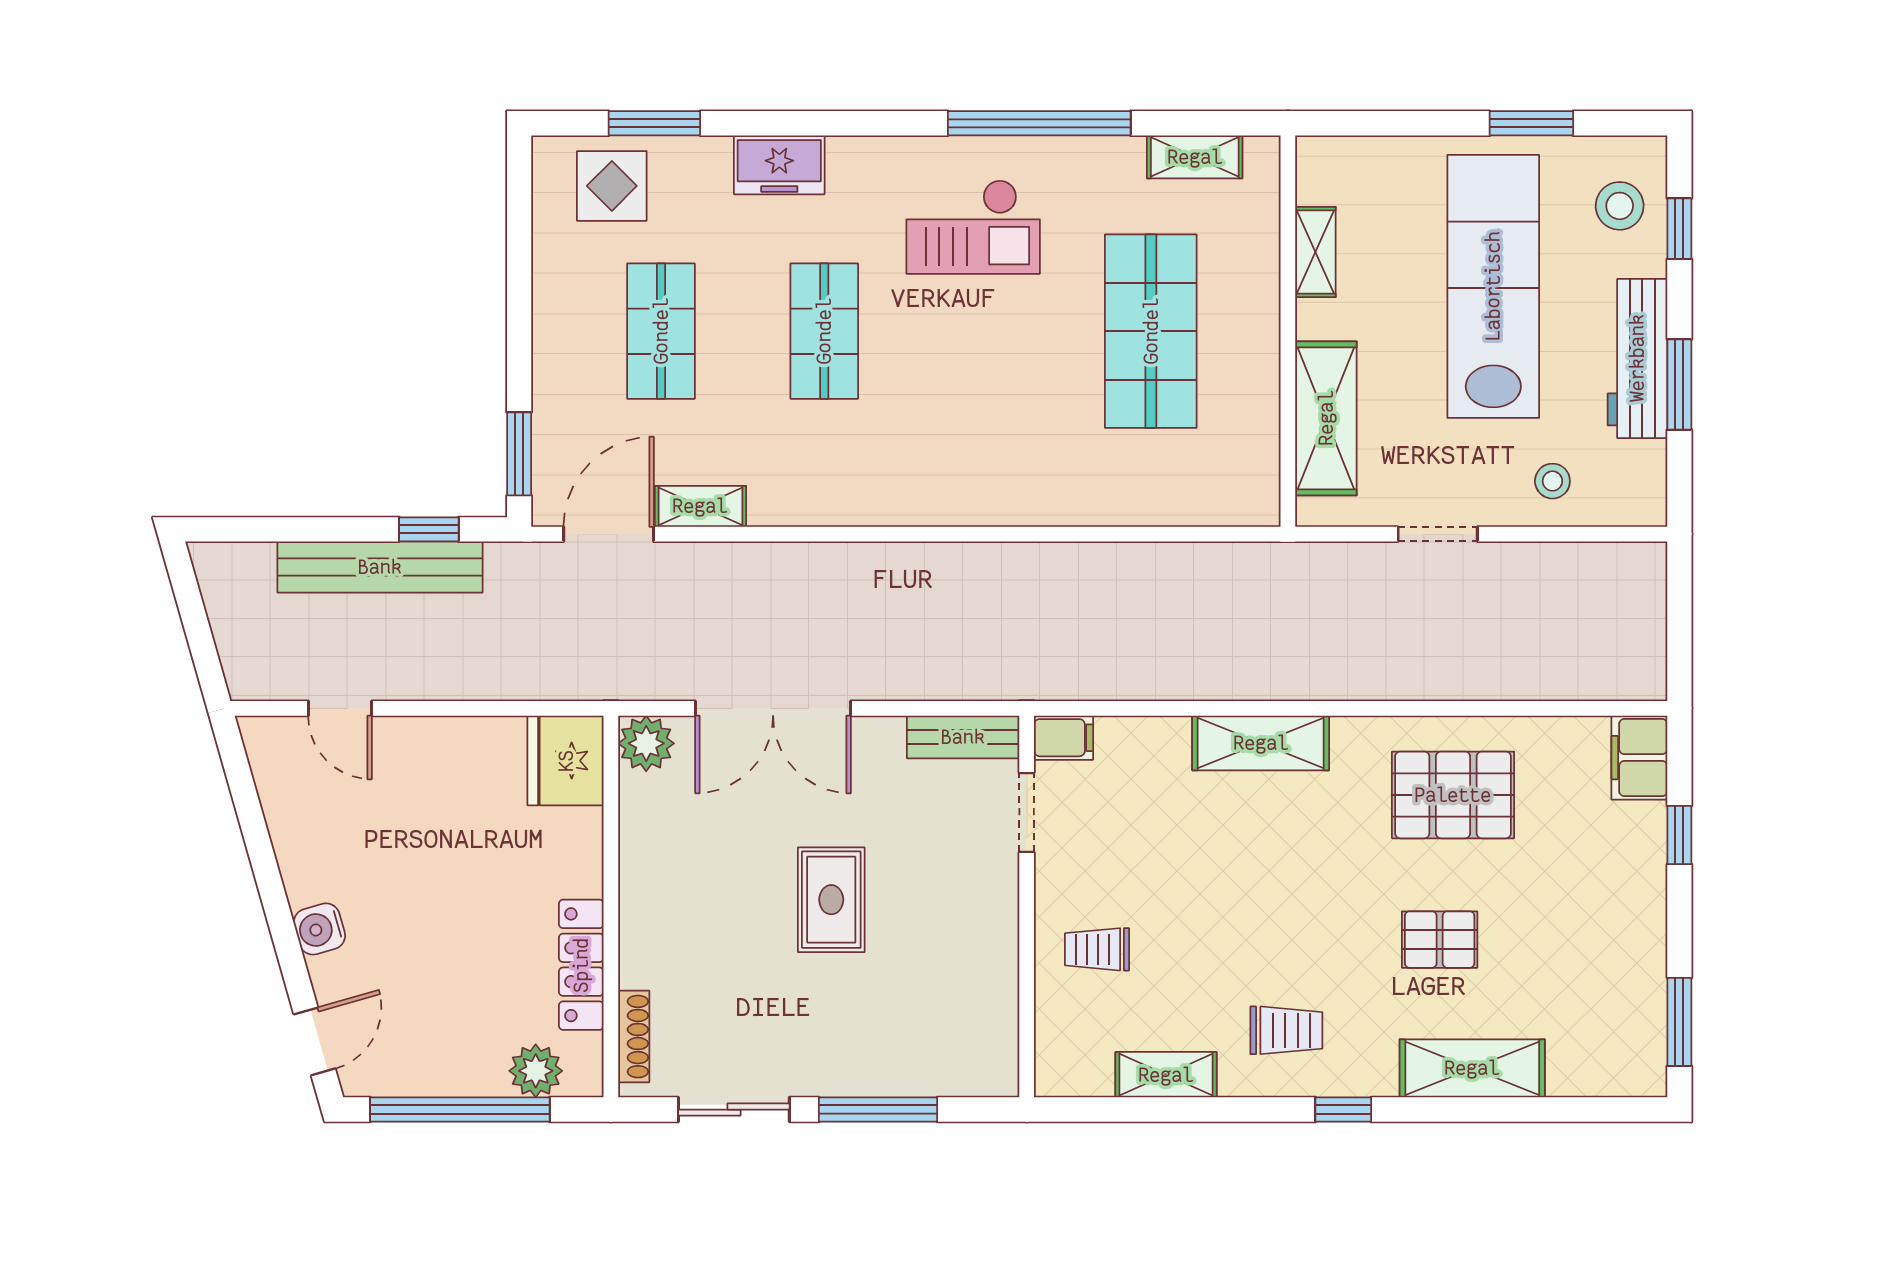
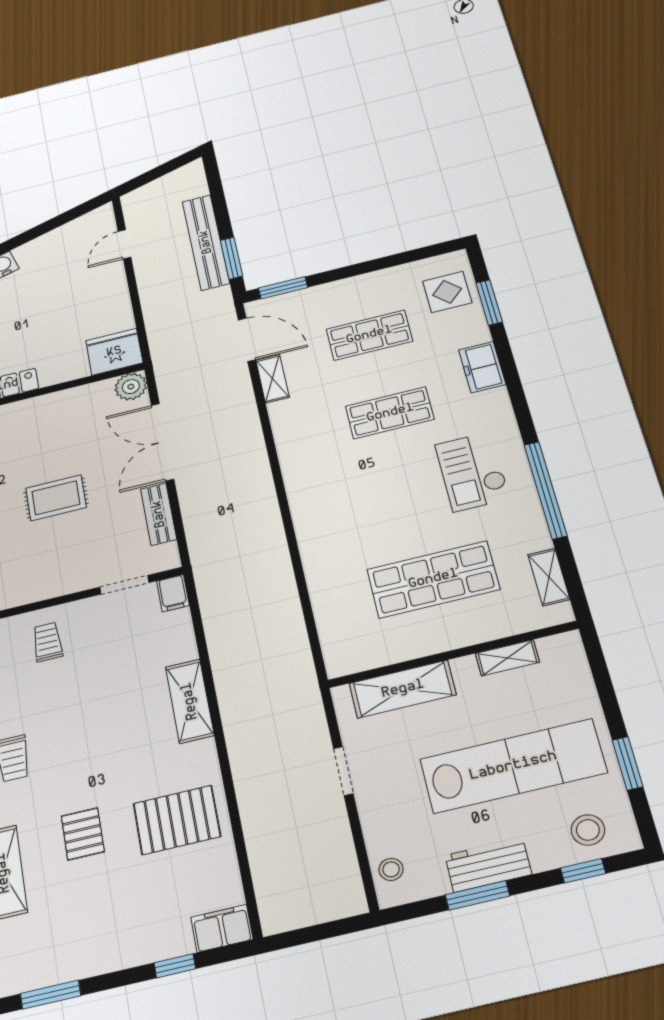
workbench: (1637, 358) -> (488, 865), width x0.73
stool: (1552, 481) -> (391, 869), moved
window: (429, 529) -> (231, 258), width x1.50
bench: (963, 737) -> (159, 514), moved
pallet: (1453, 795) -> (177, 820), turned 90

